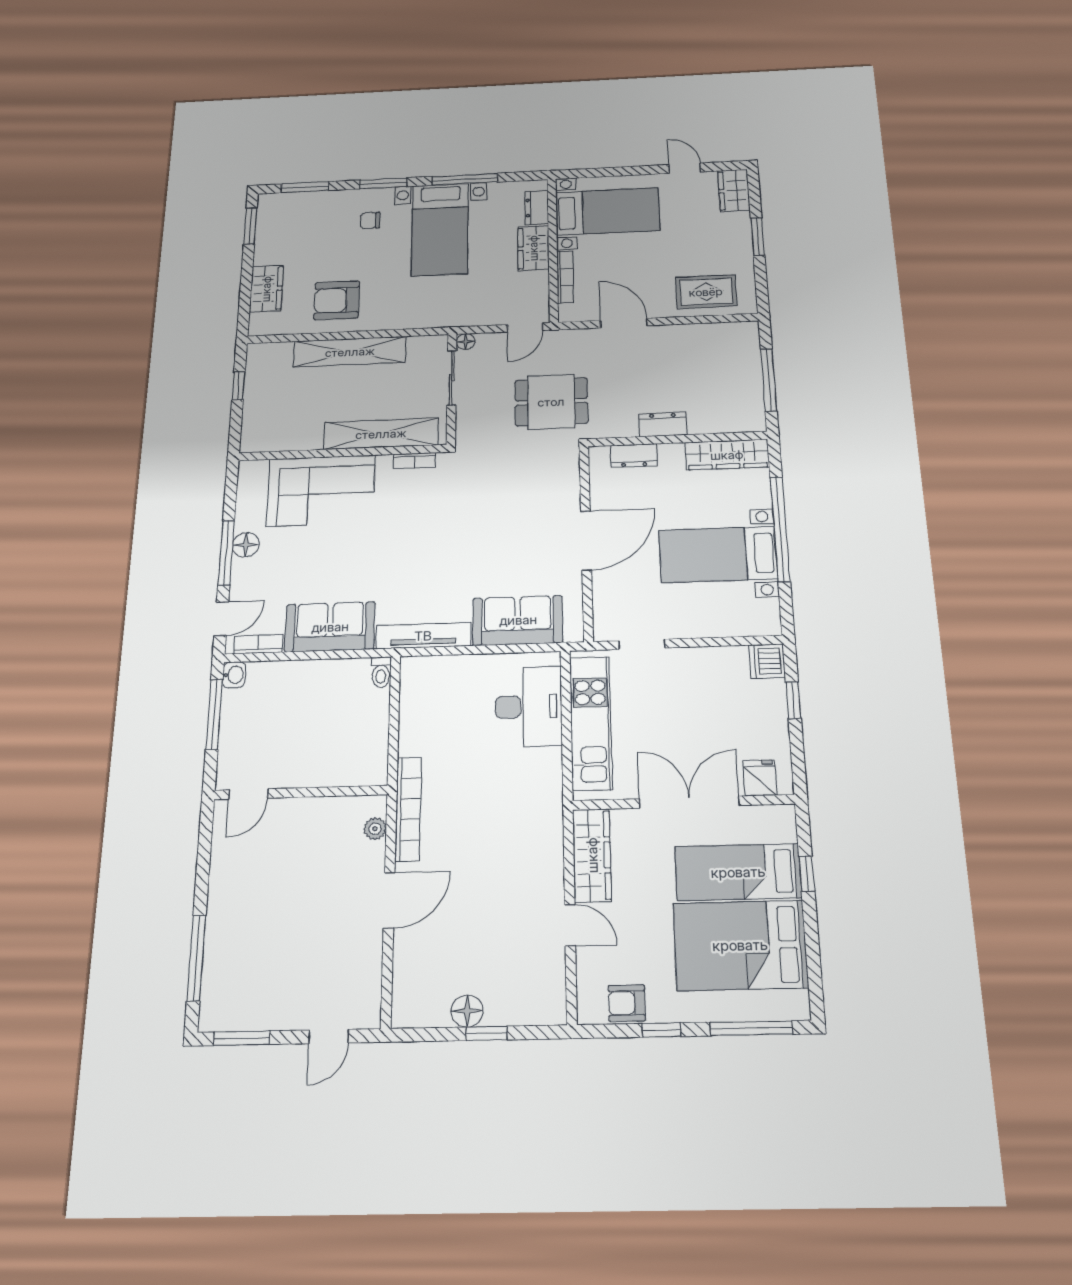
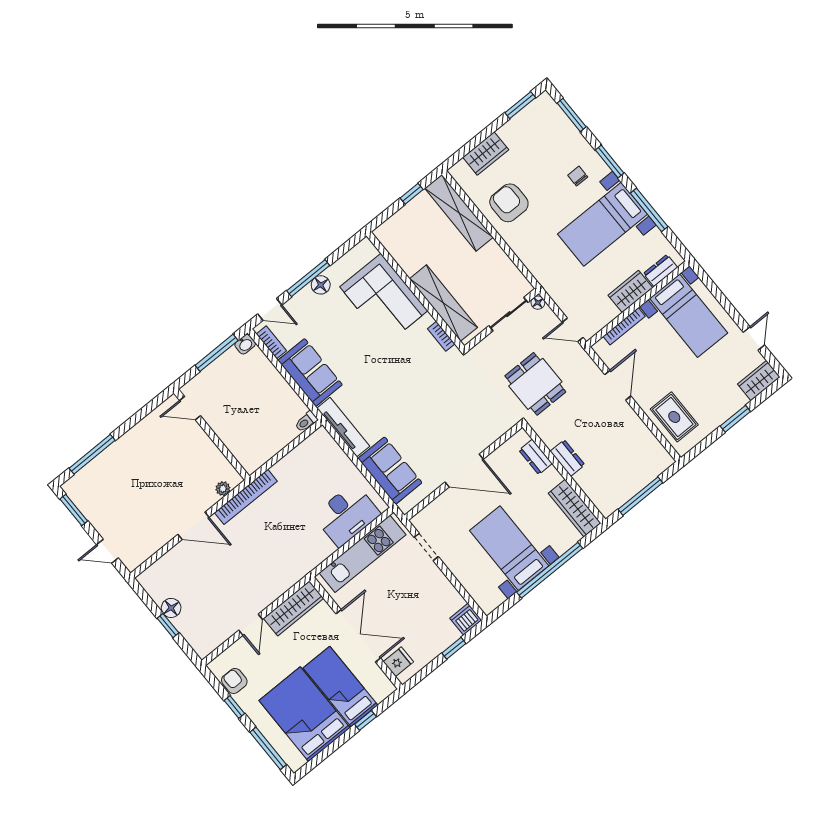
shelving: (350, 352) -> (459, 213), moved

